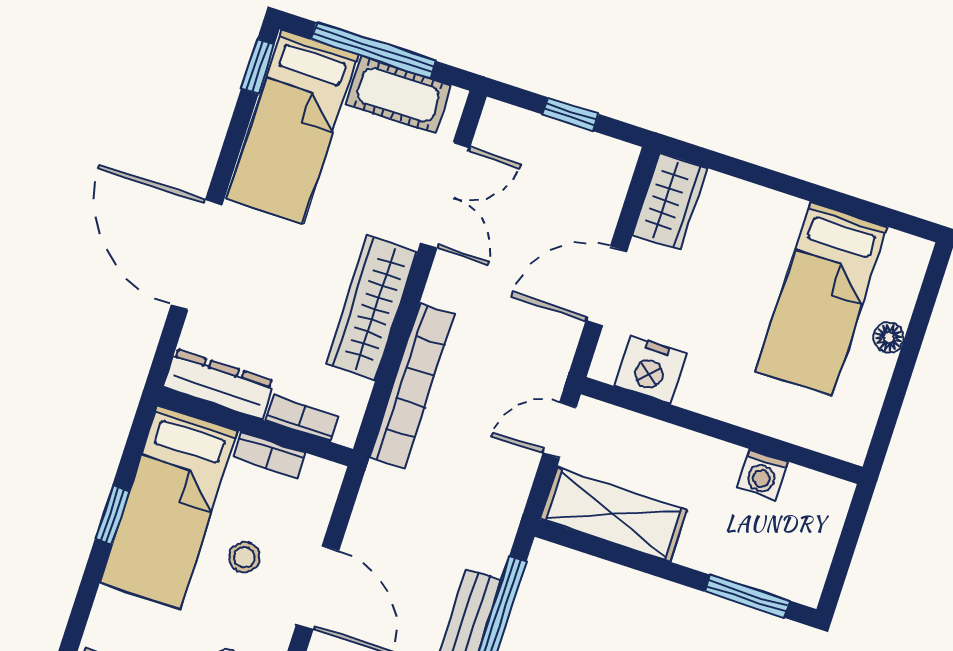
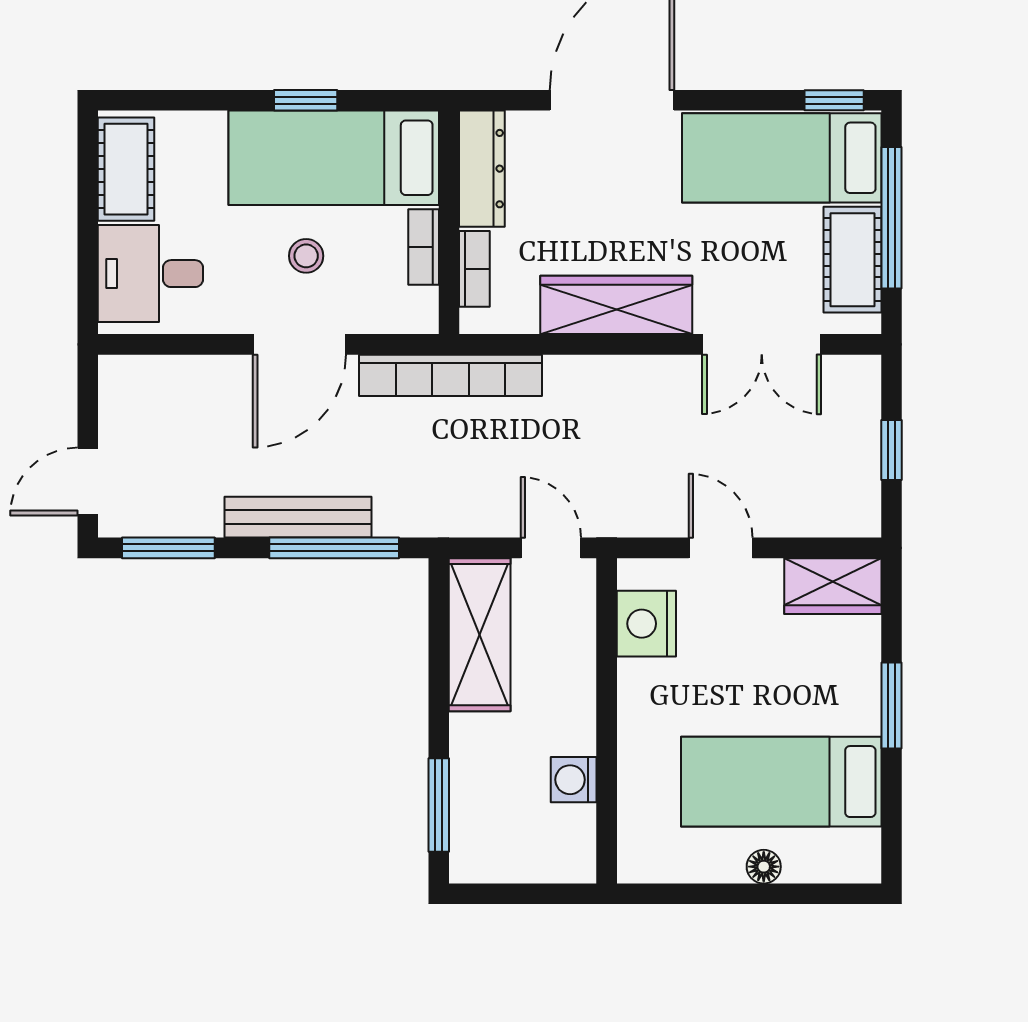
window: (787, 185) -> (891, 706), added
door: (606, 286) -> (721, 548), width x0.73
bookcase: (412, 386) -> (450, 375), moved

